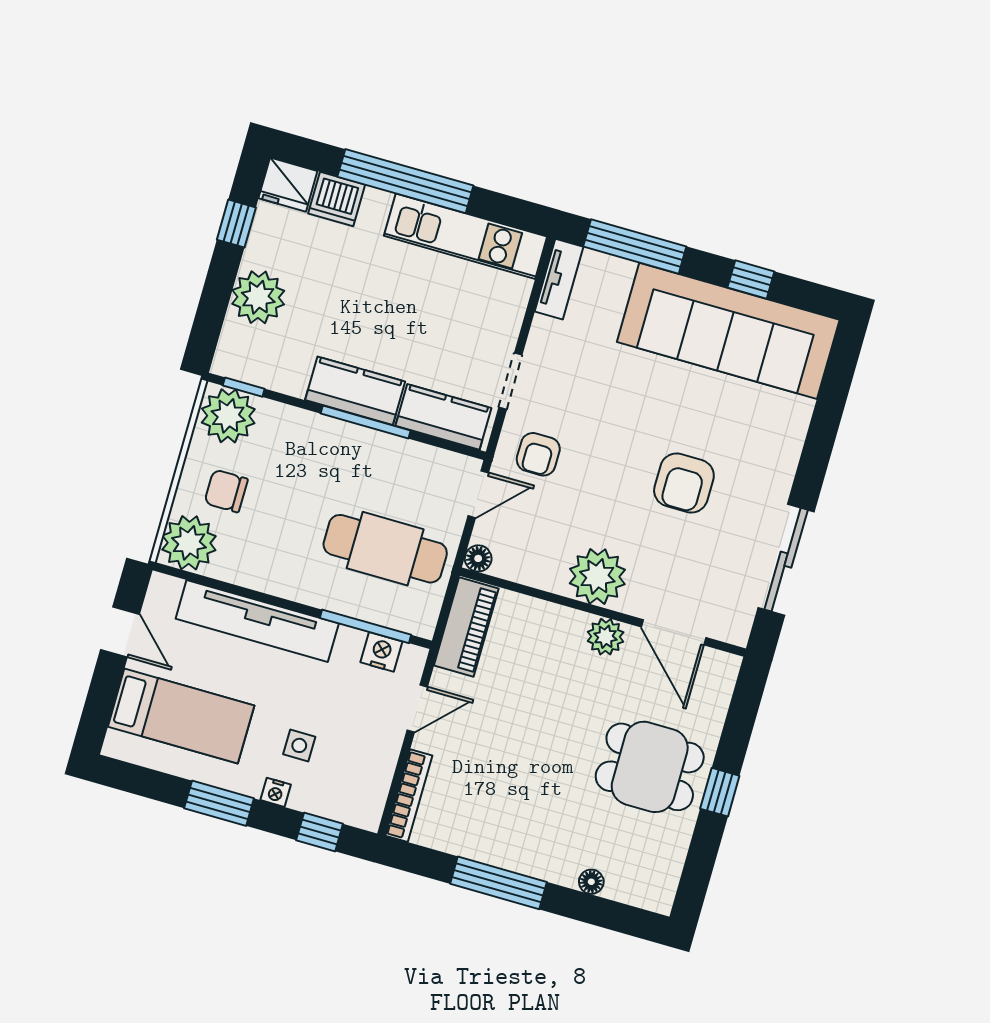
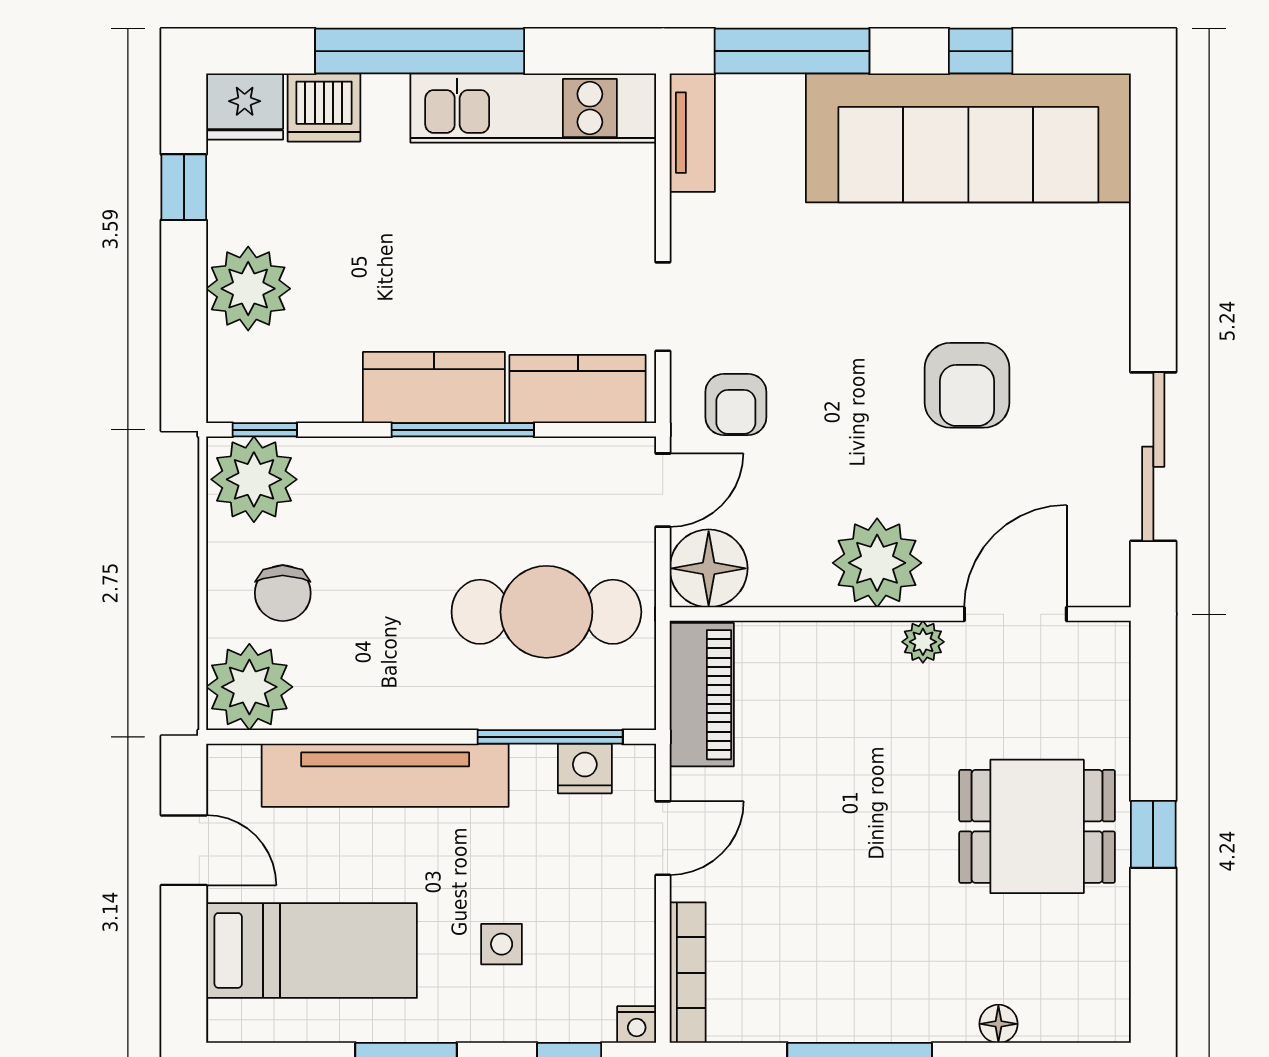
chair: (226, 491) -> (283, 593), turned -90
floor lamp: (478, 558) -> (709, 568), width x1.89, depth x1.89
door: (674, 632) -> (1015, 614), swing flipped
plant: (606, 637) -> (923, 642), width x0.73, depth x0.73
nightstand: (276, 792) -> (637, 1025), moved

